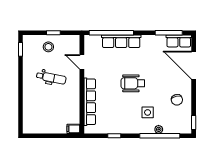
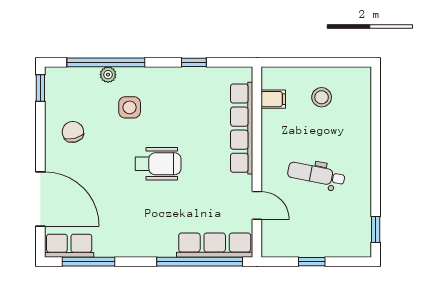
row of seats: (121, 41) -> (215, 245), moved
stool: (48, 47) -> (322, 97), moved
filing cabinet: (73, 129) -> (273, 99), moved

